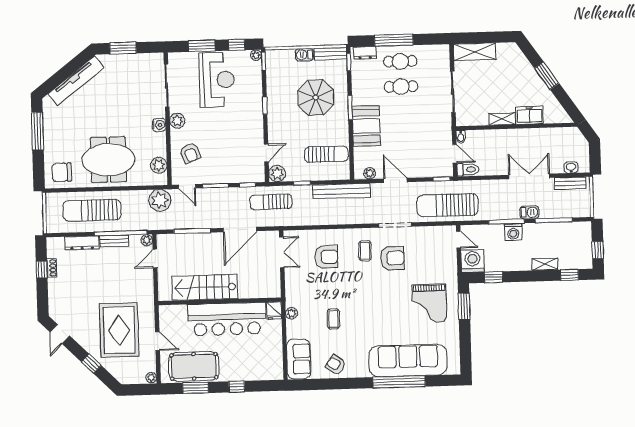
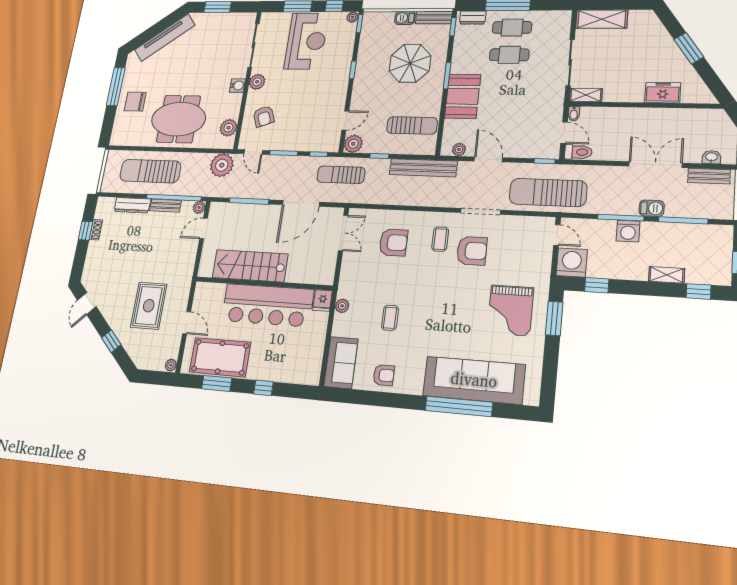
shelving: (502, 119) -> (586, 95), moved
chair: (62, 172) -> (135, 102), moved
rug: (119, 330) -> (149, 306), width x0.73, depth x0.69
armchair: (336, 365) -> (384, 375), turned 145

